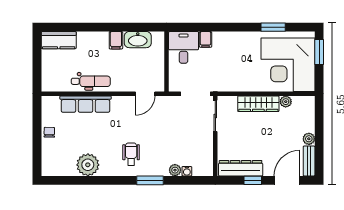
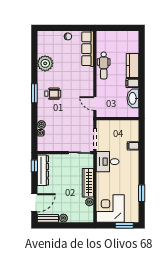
kitchen counter: (59, 40) -> (132, 65), moved
desk: (184, 47) -> (108, 162), moved, turned 180
corner desk: (288, 65) -> (110, 209), width x0.74, depth x0.74
row of seats: (85, 104) -> (88, 49), moved
window: (150, 180) -> (34, 93), moved
window: (253, 180) -> (34, 166), moved
door: (287, 180) -> (34, 203), hinge flipped

